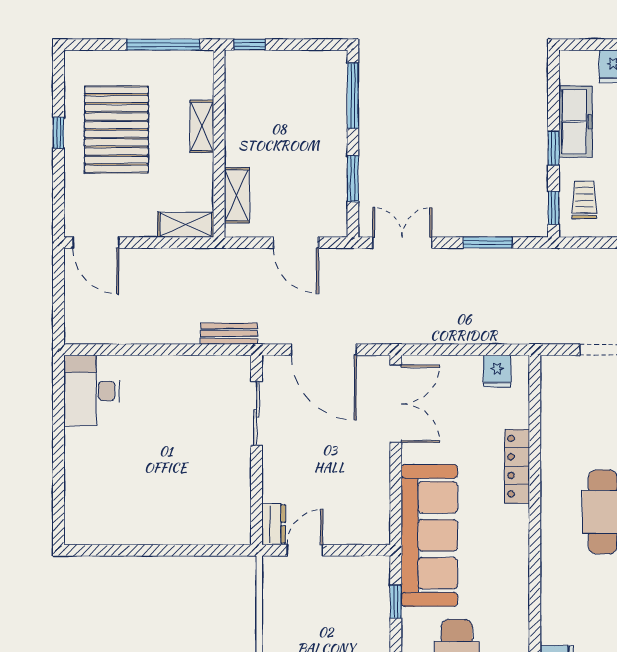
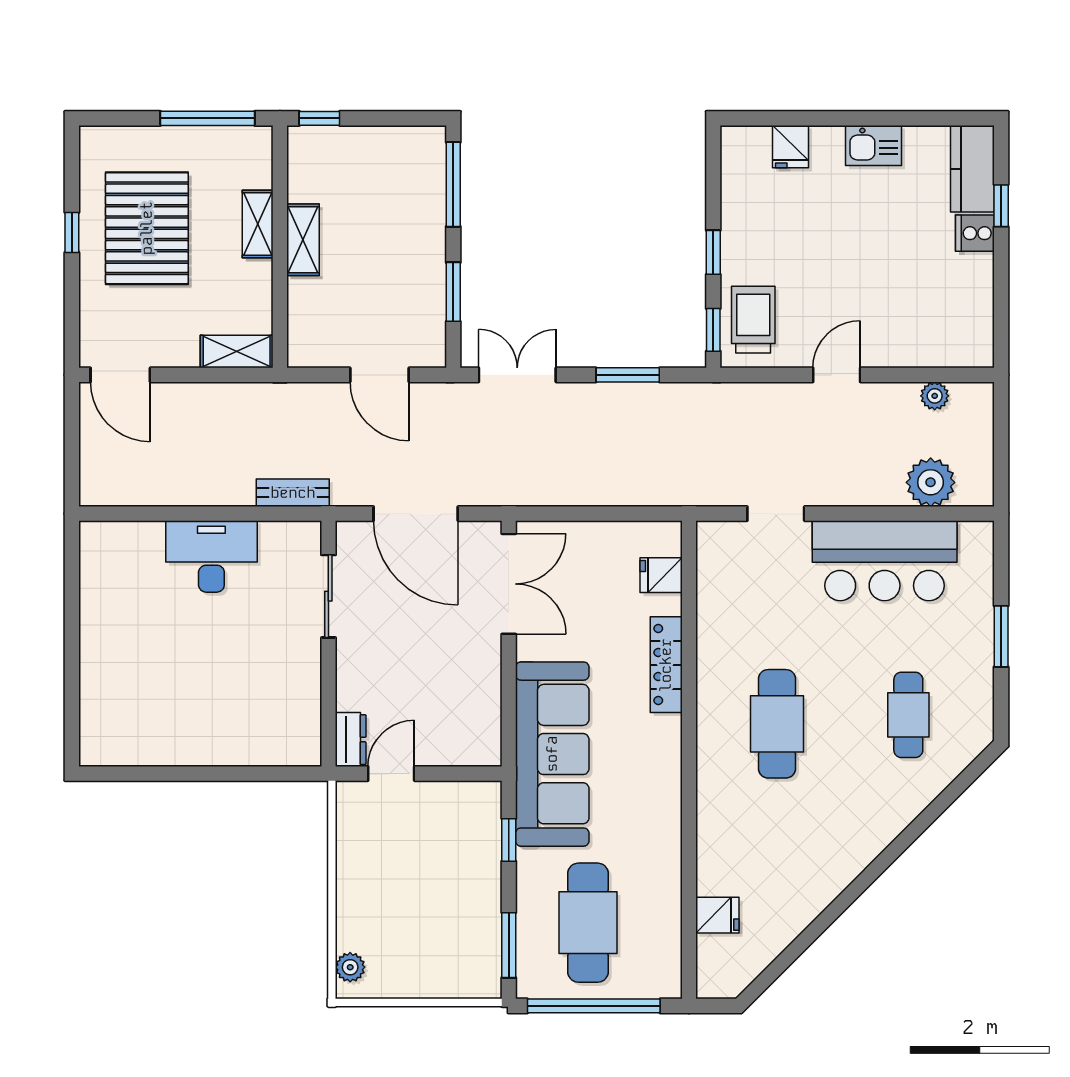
freezer: (576, 122) -> (742, 218), removed
shelving: (237, 195) -> (303, 240), moved
trolley: (584, 200) -> (753, 320), width x1.36, depth x1.39
fridge: (497, 371) -> (661, 575), moved, turned 90
desk: (92, 391) -> (211, 556), moved, turned 90

